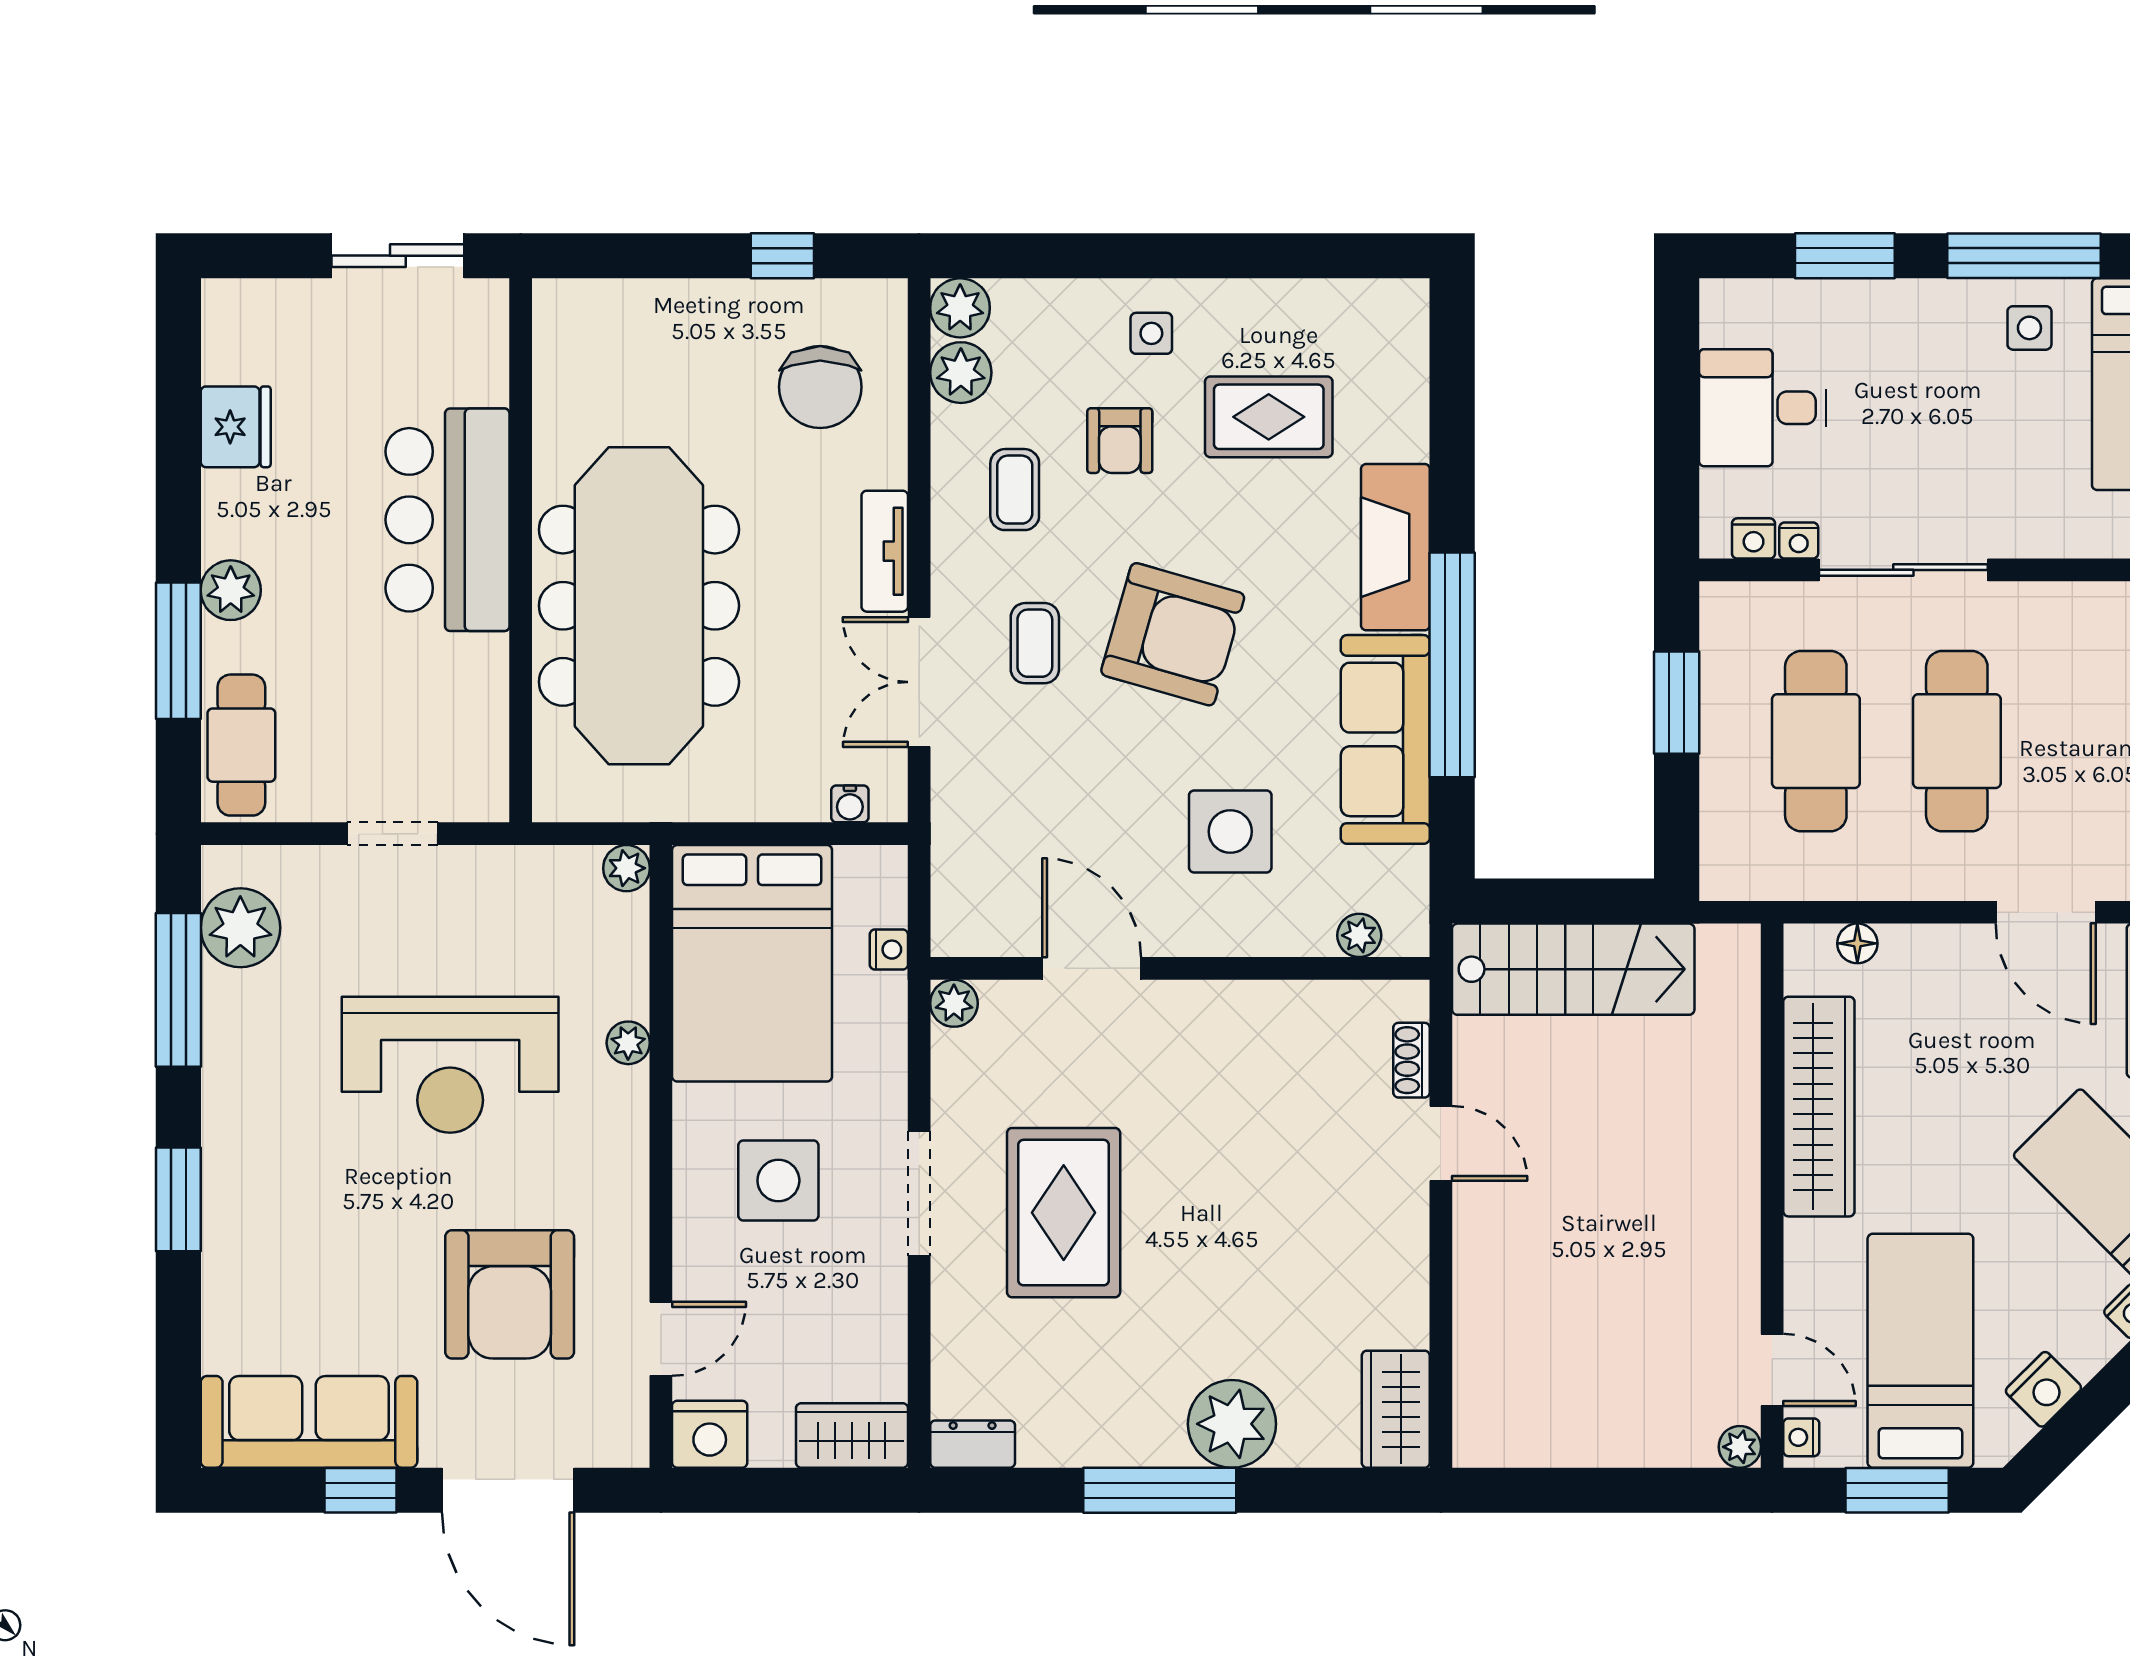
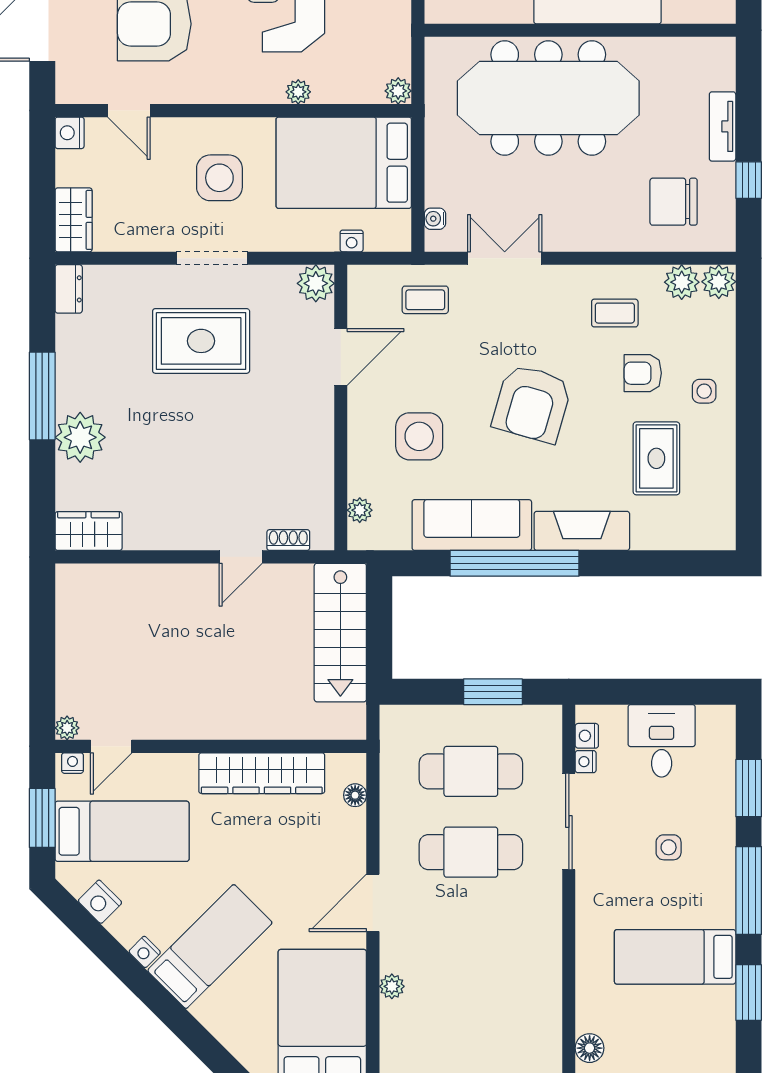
side table: (2029, 328) -> (669, 847), moved
tv unit: (885, 551) -> (723, 126), moved, turned -90
coffee table: (1035, 643) -> (425, 300), moved
plant: (954, 1003) -> (316, 283), width x1.38, depth x1.38
nightstand: (710, 1434) -> (70, 133), width x0.74, depth x0.75

